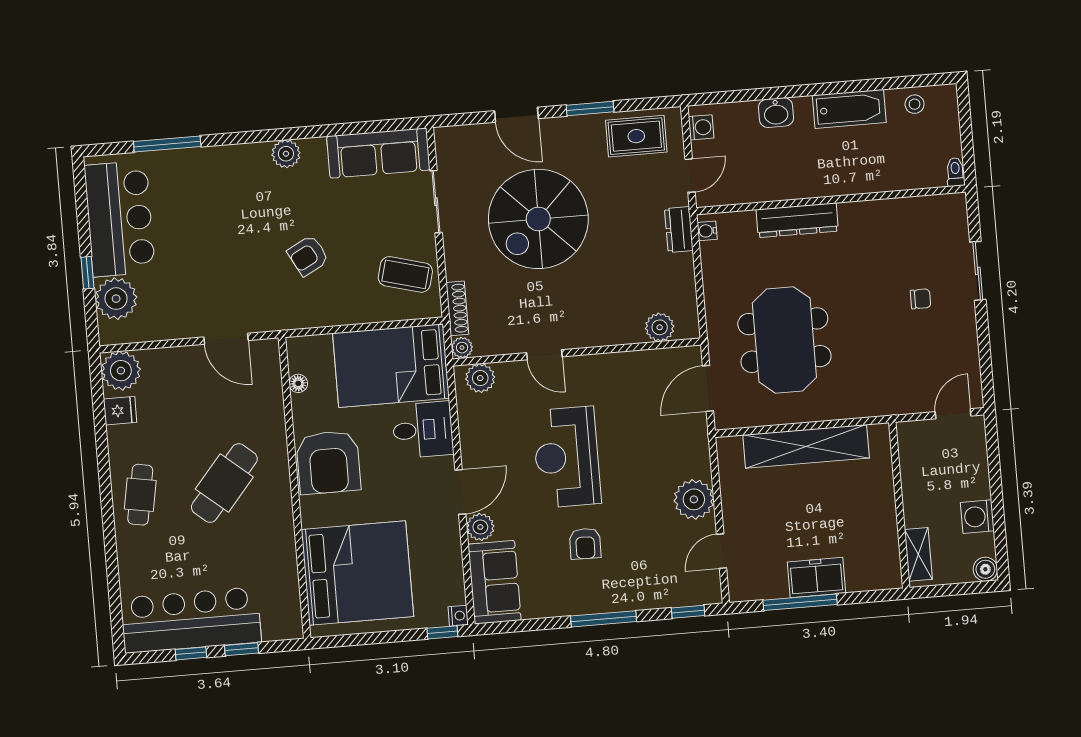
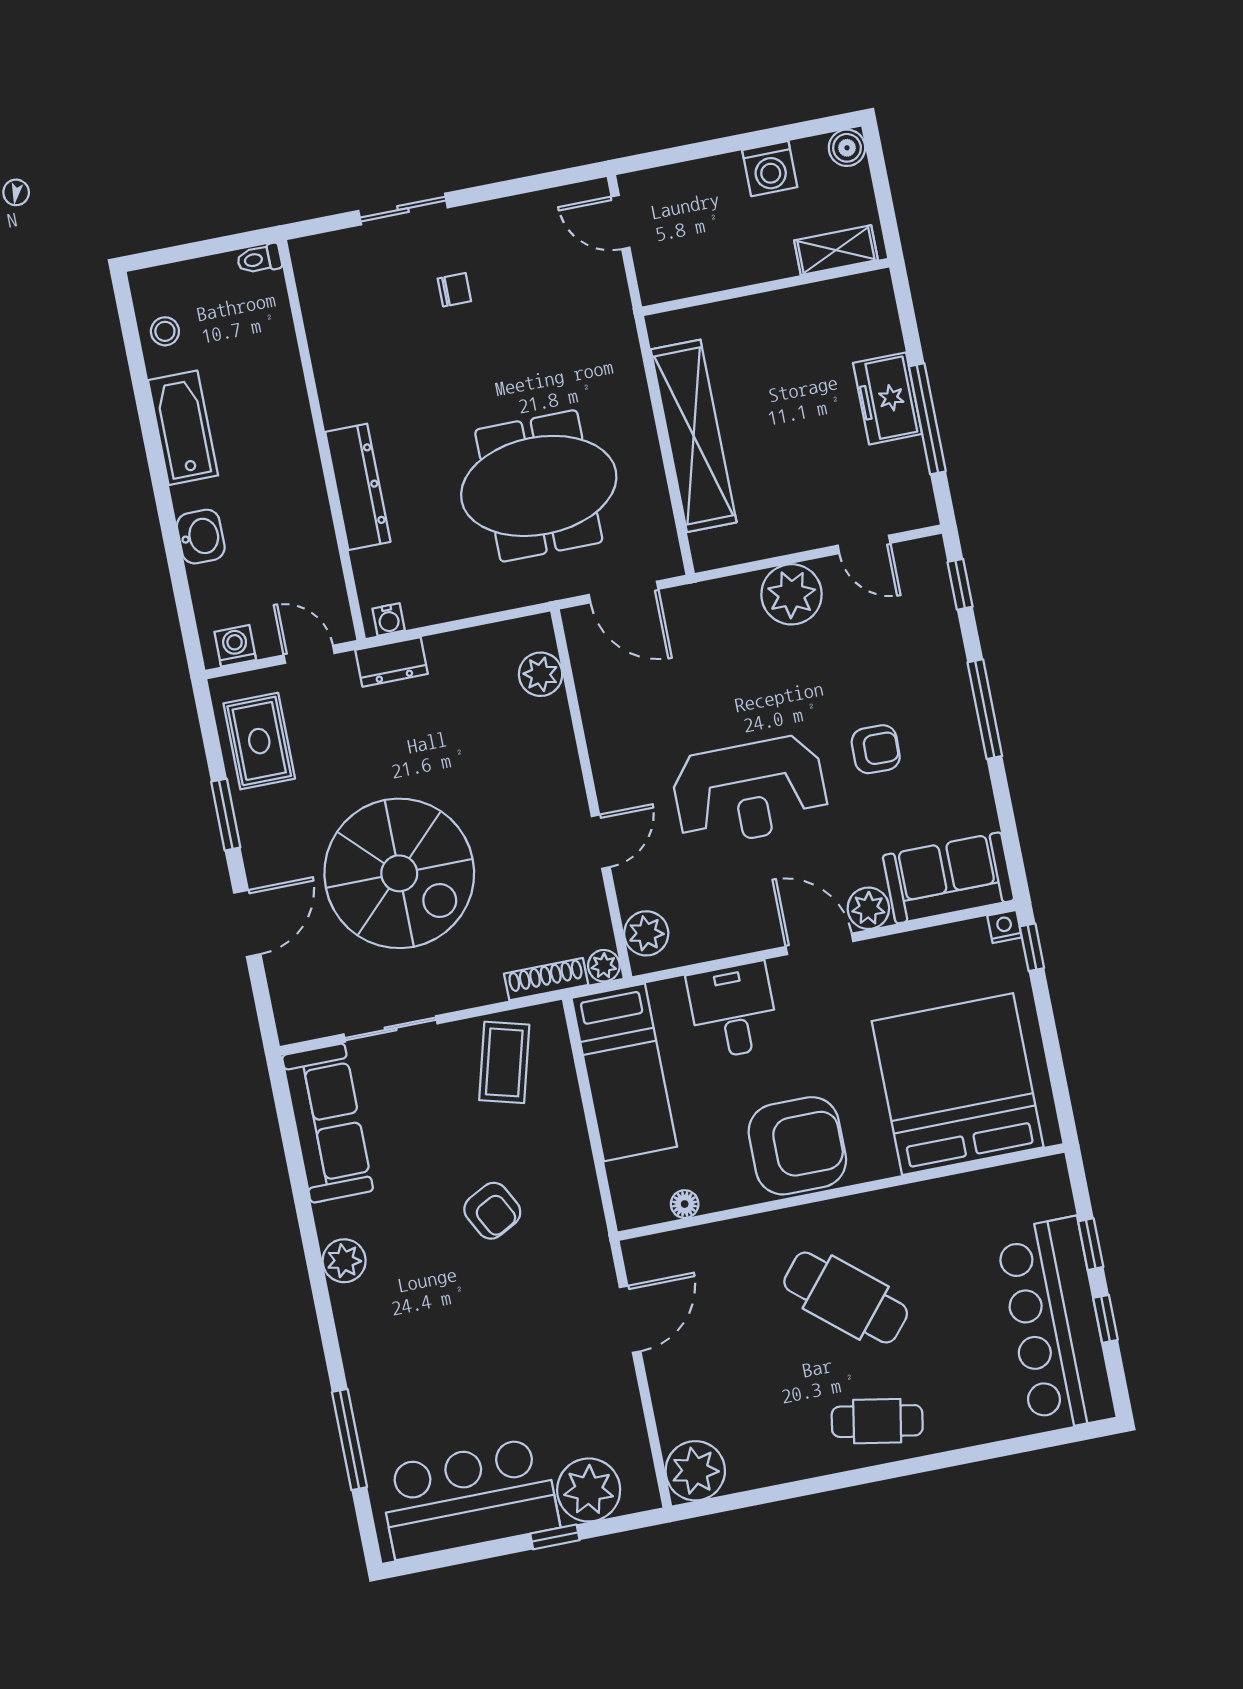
chair: (921, 299) -> (454, 290), turned 90
bed: (391, 366) -> (624, 1072), width x0.67
fridge: (120, 411) -> (755, 1465), removed

